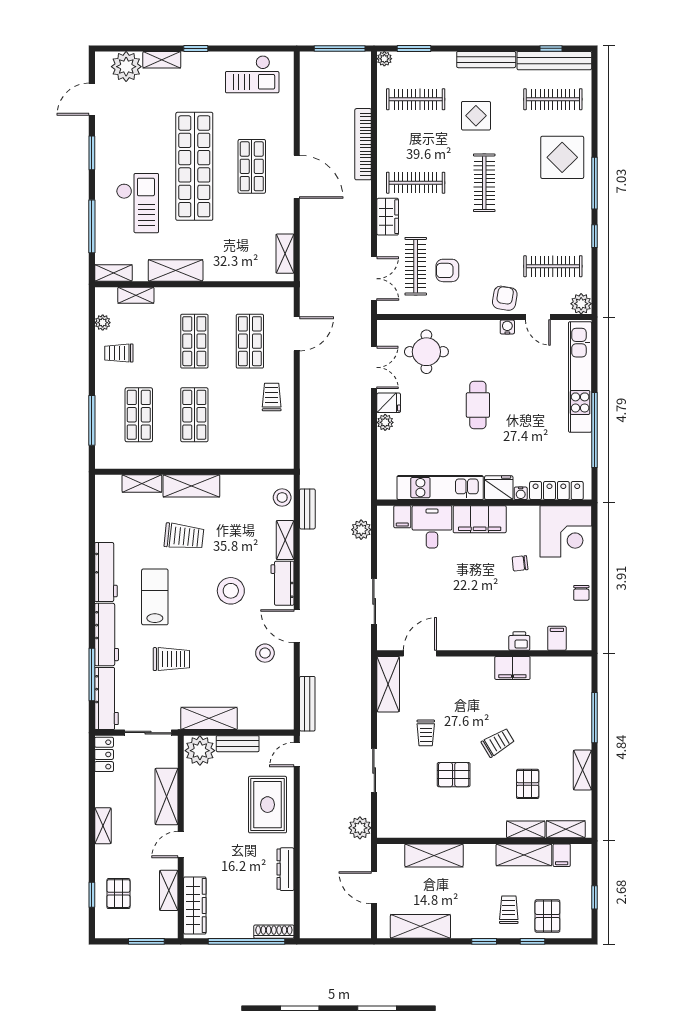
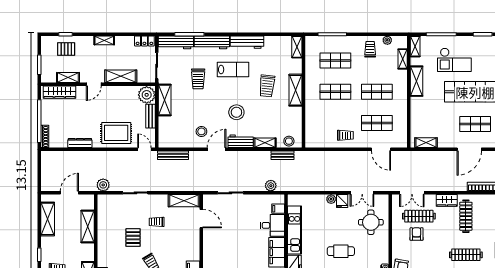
shelving: (142, 483) -> (297, 47), moved
door: (181, 845) -> (94, 84), swing flipped

